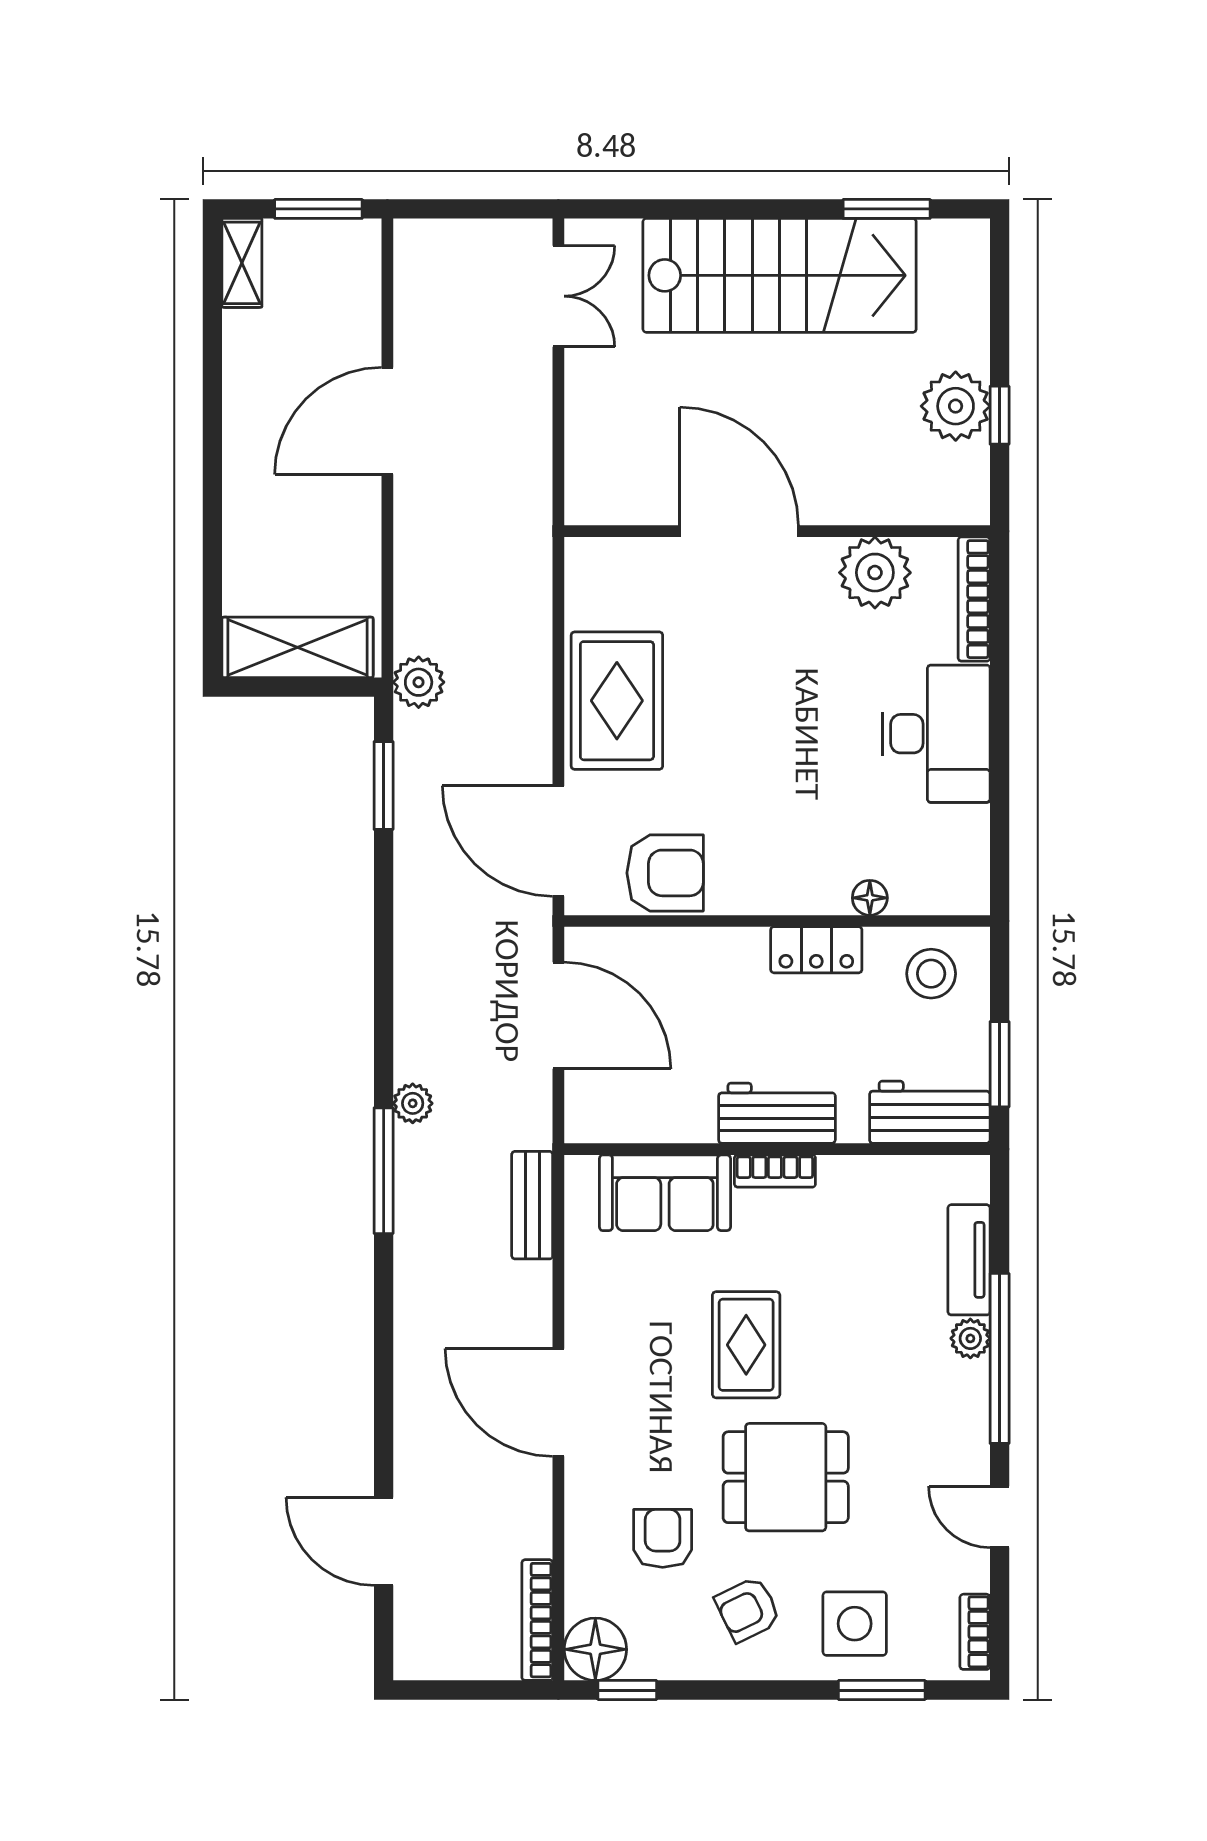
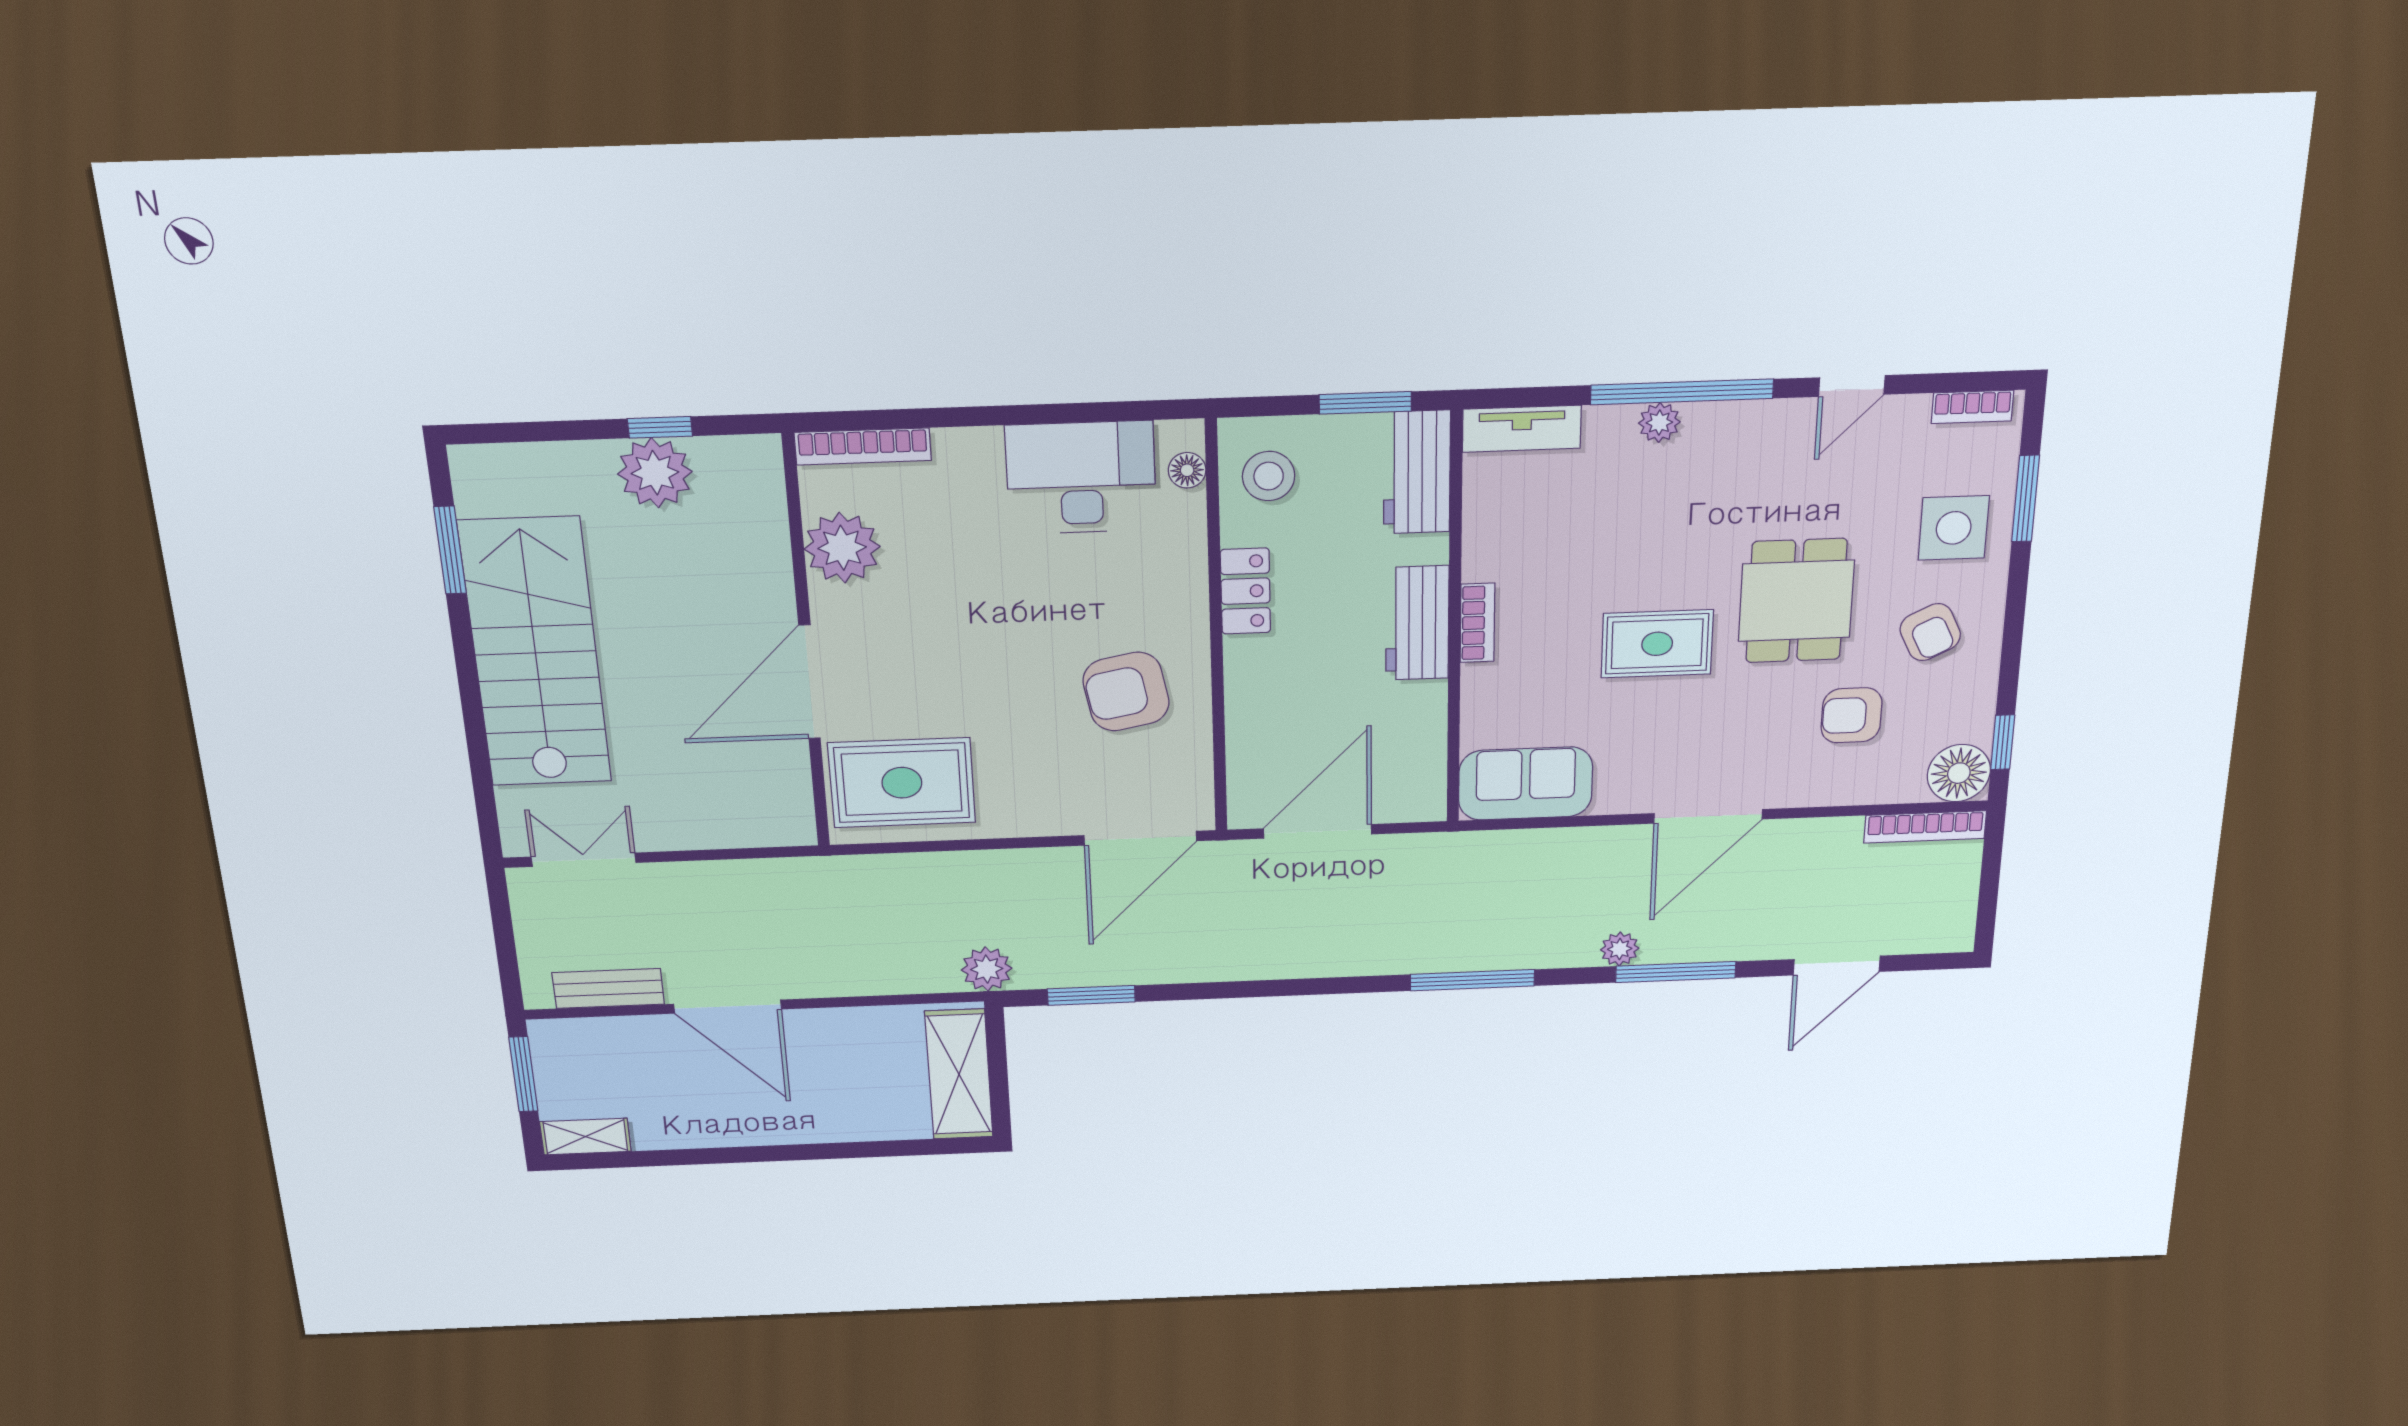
rug: (617, 701) -> (902, 783), moved
desk: (936, 734) -> (1081, 478), moved
armchair: (665, 873) -> (1126, 692), moved, turned -101
floor lamp: (870, 898) -> (1187, 470), moved
plant: (413, 1103) -> (1620, 949), moved
sofa: (665, 1193) -> (1526, 784), moved, turned -90
bench: (532, 1205) -> (608, 988), moved
tv unit: (969, 1260) -> (1522, 429), moved
window: (384, 1377) -> (1676, 972), added

